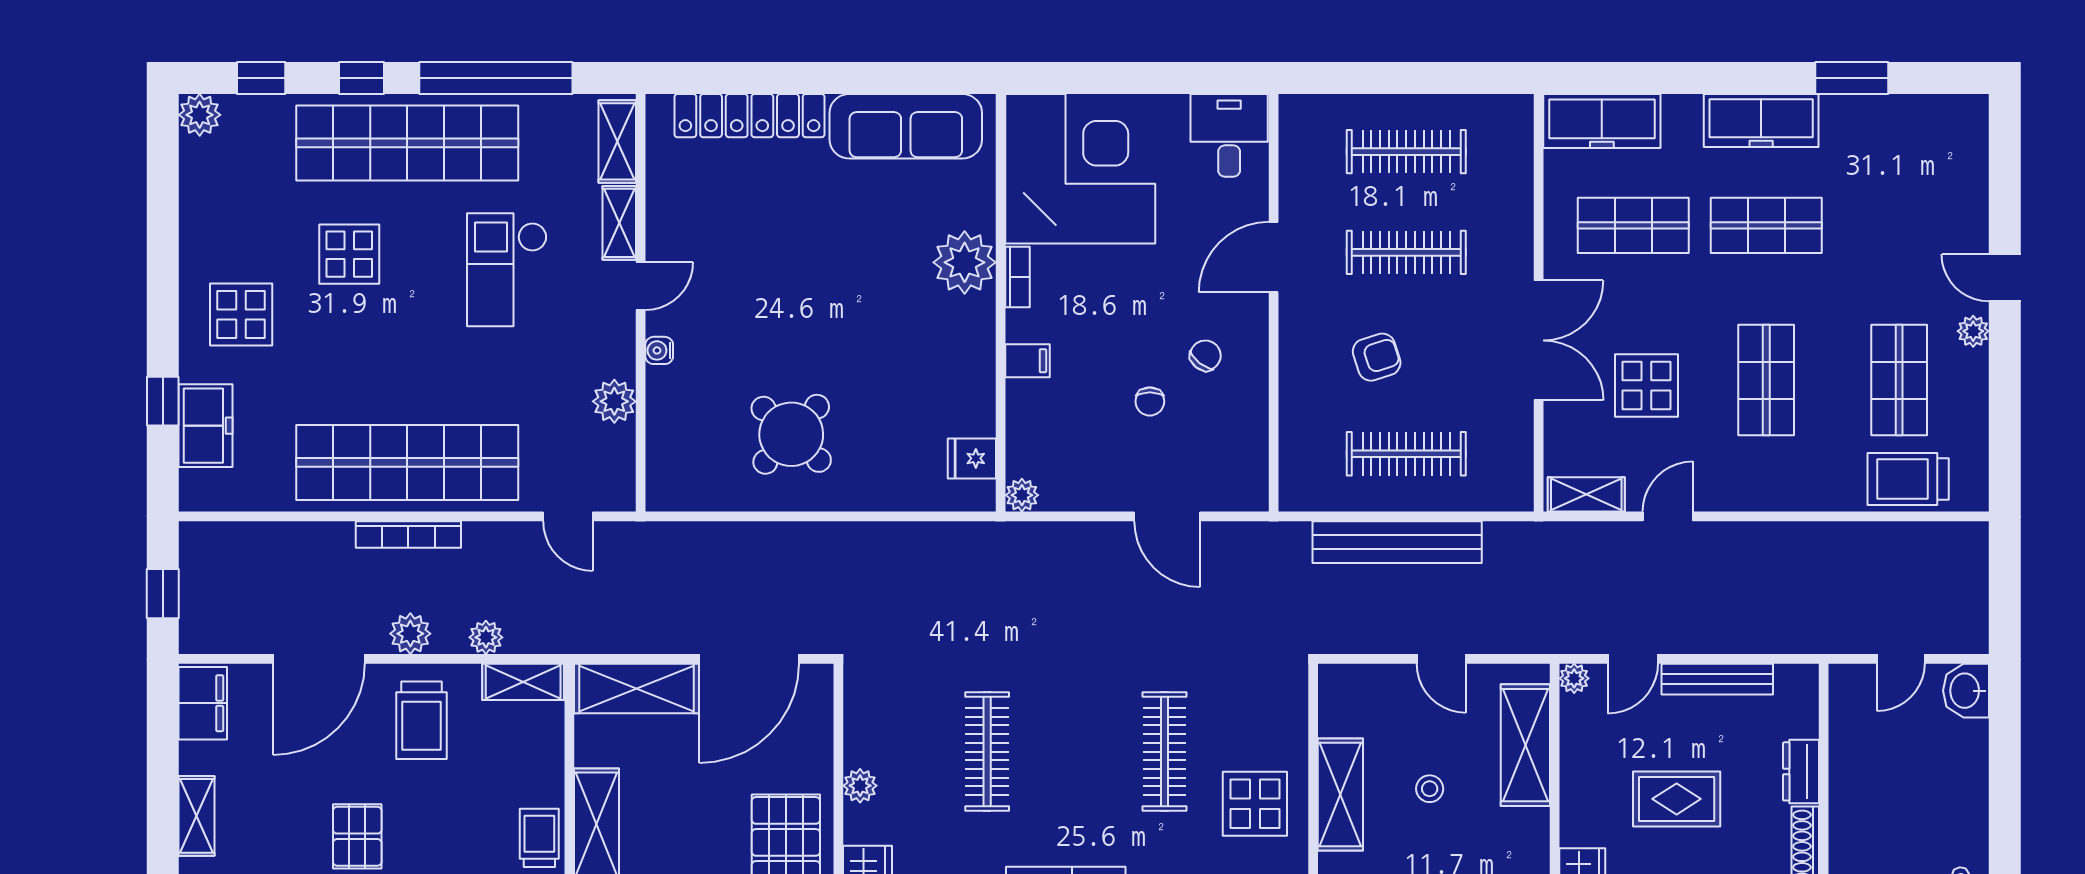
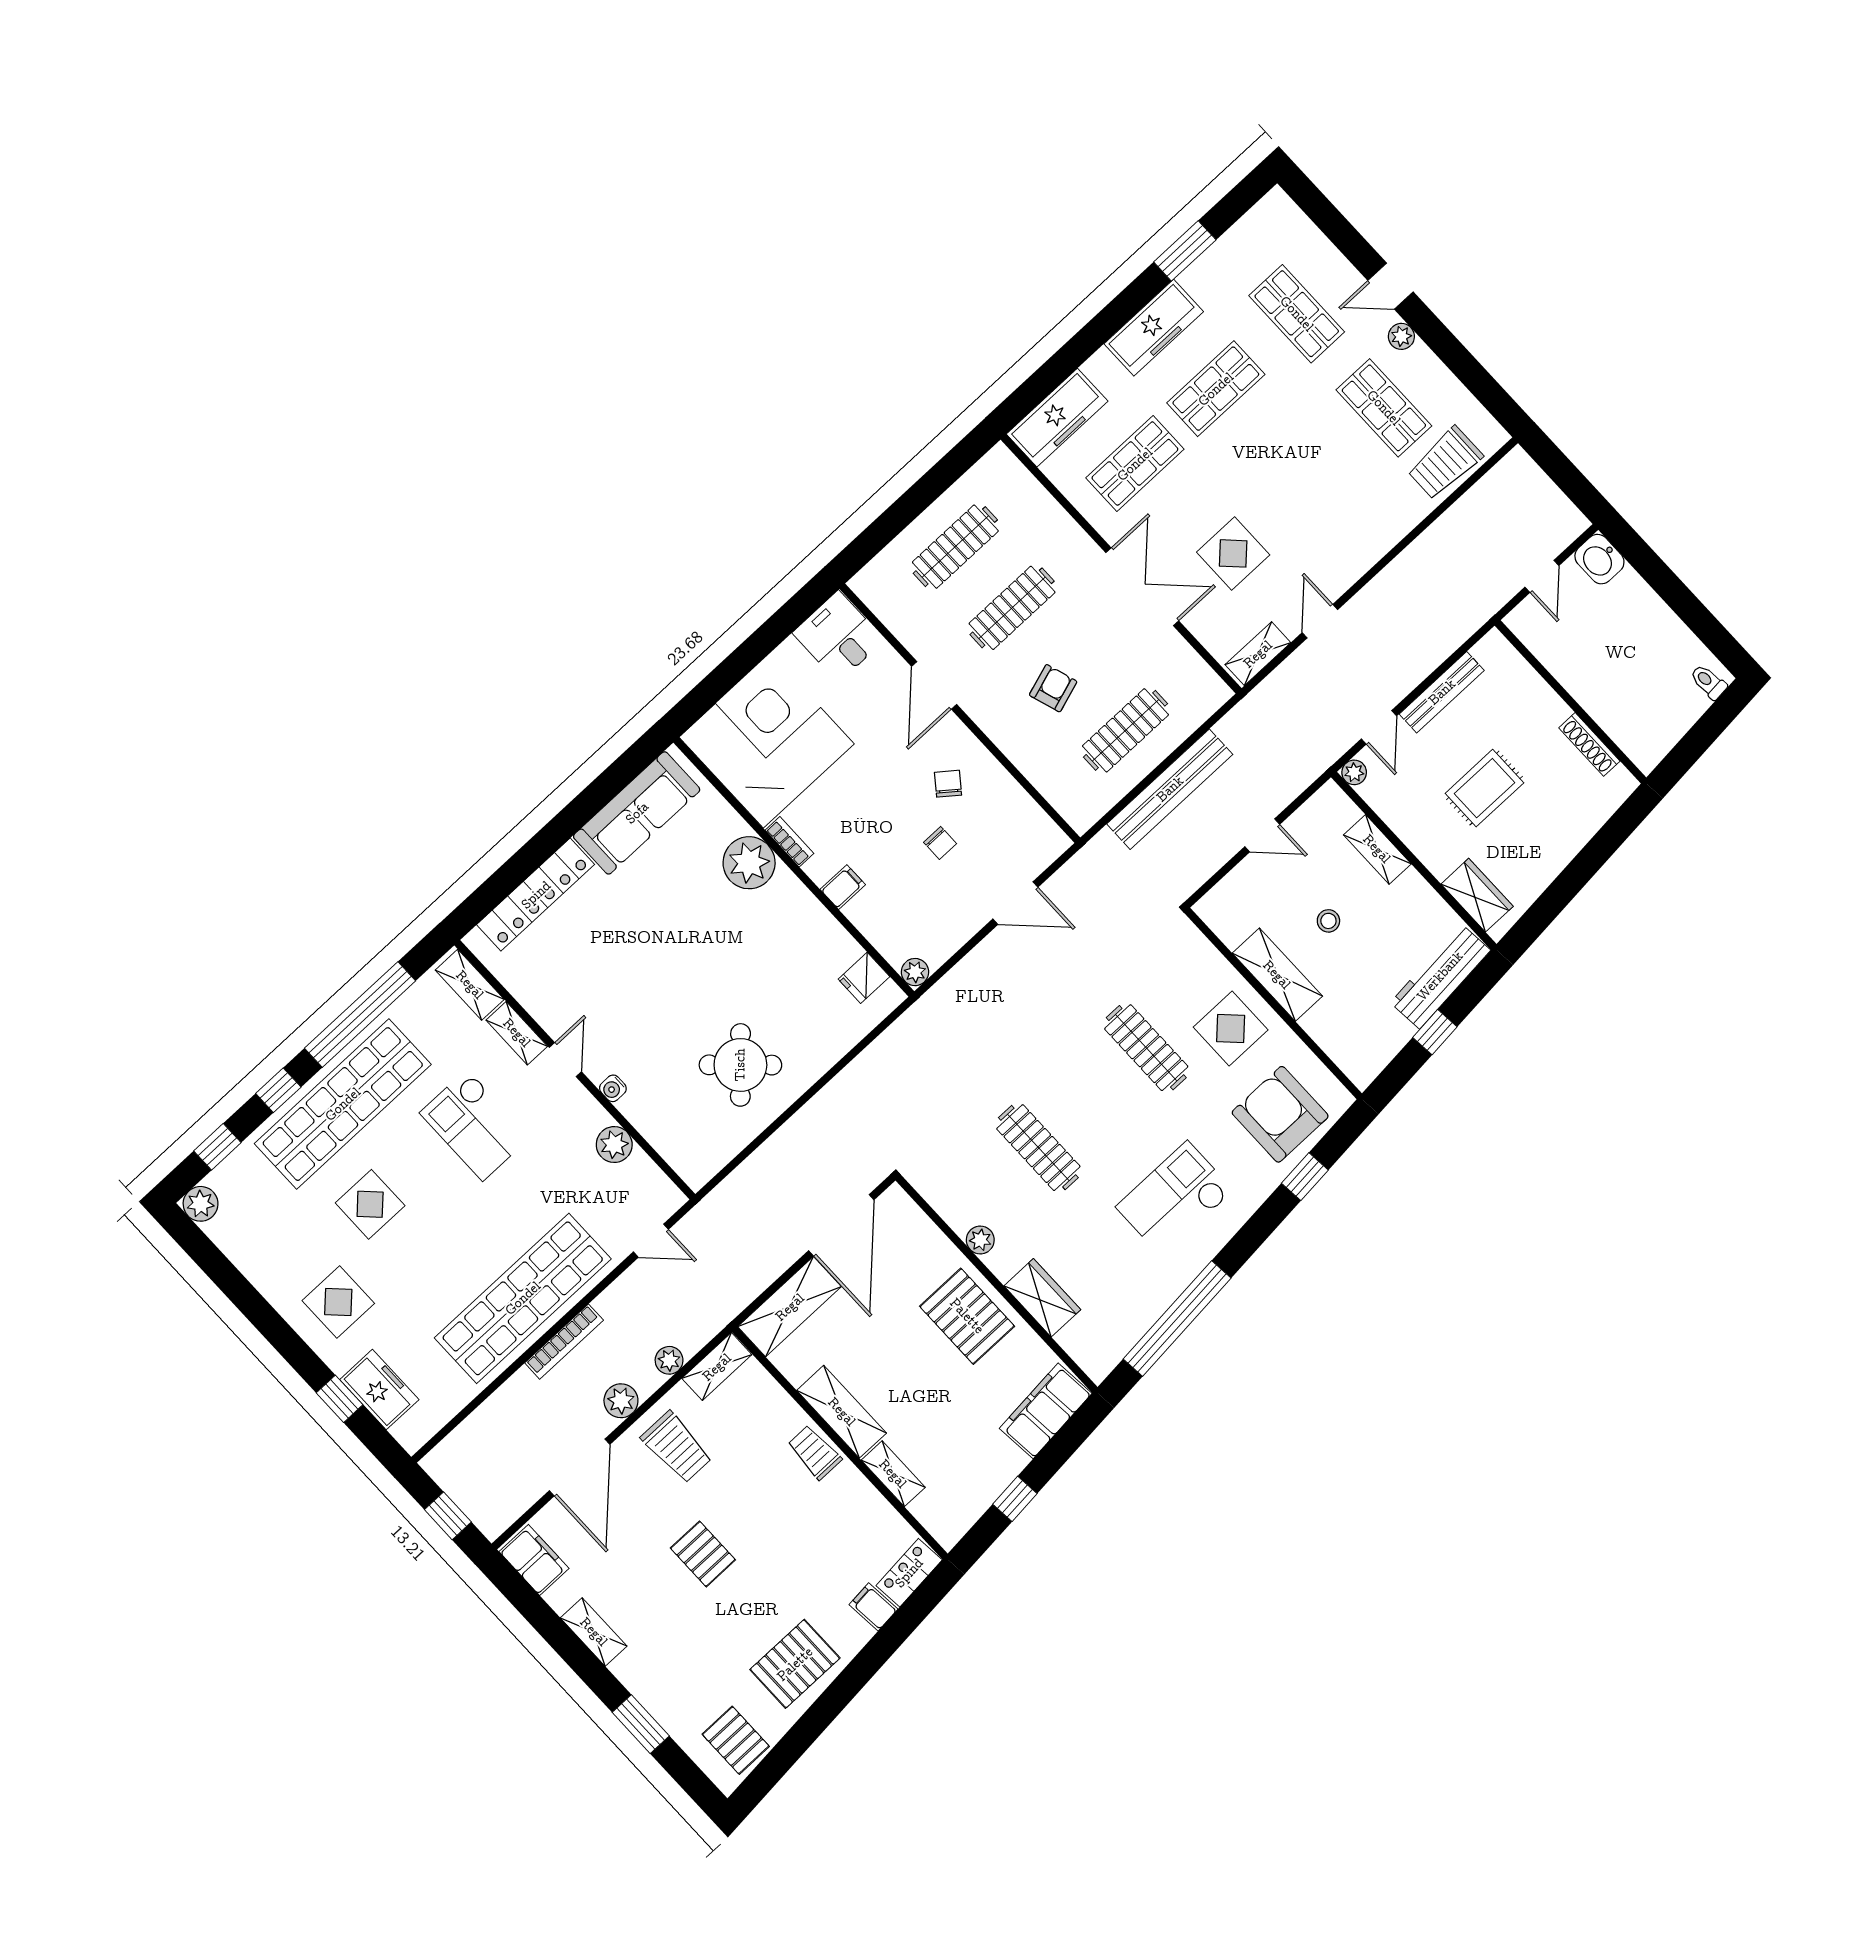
shop shelf: (1766, 380) -> (1297, 314), moved
shelving: (1525, 745) -> (1377, 849), width x0.67, depth x0.75
dresser: (1801, 771) -> (1545, 701), removed

